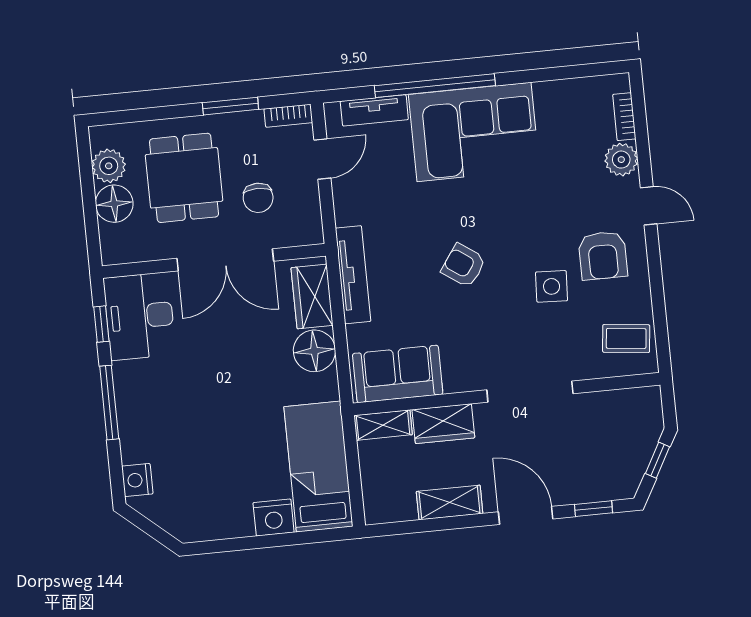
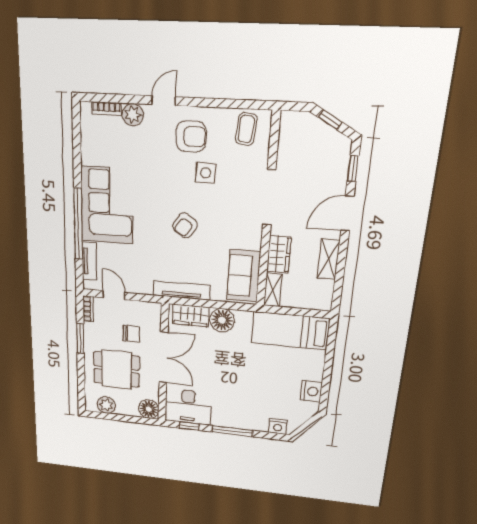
floor lamp: (114, 204) -> (149, 409), moved
nightstand: (274, 517) -> (311, 391), moved

